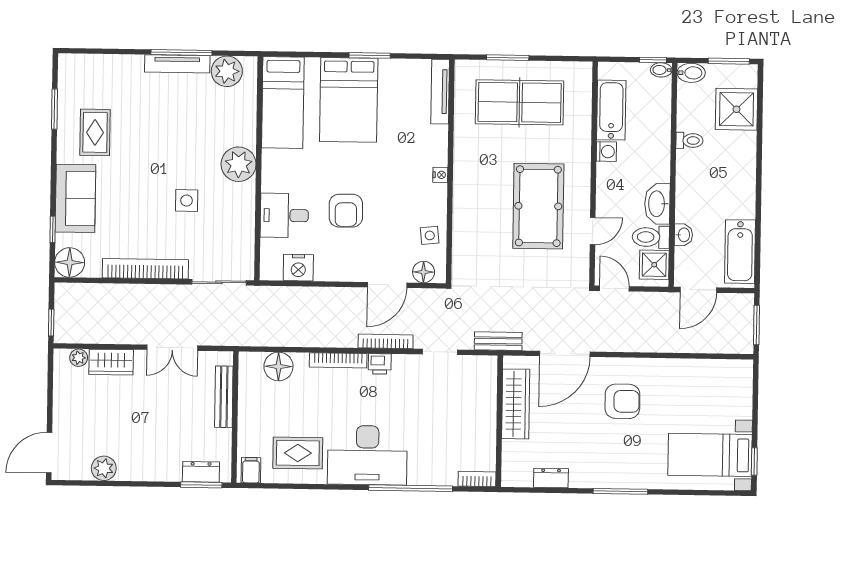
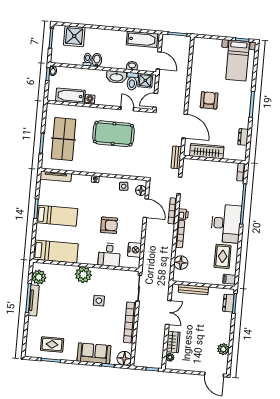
bidet: (691, 73) -> (97, 60), moved
bed: (349, 100) -> (57, 216), width x0.67
rug: (95, 132) -> (52, 344), moved

